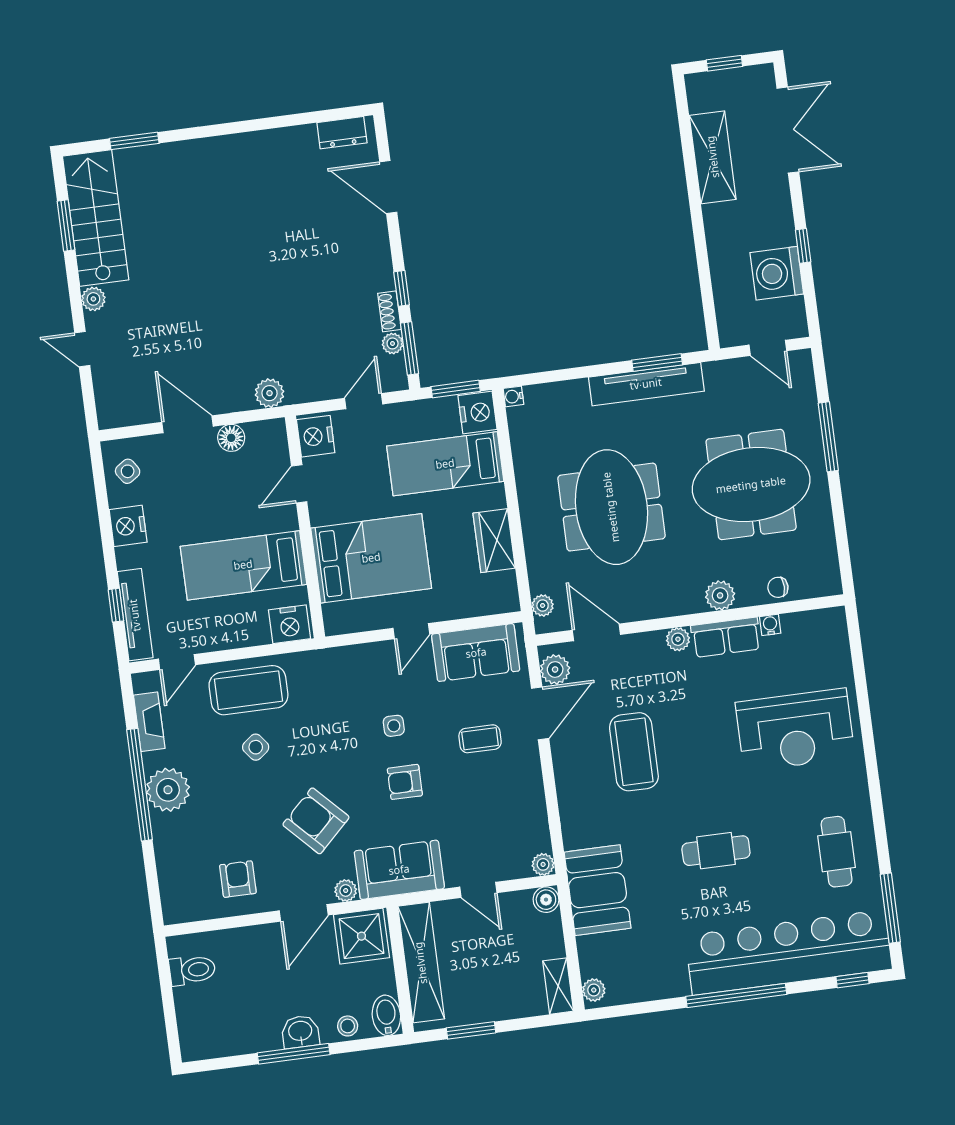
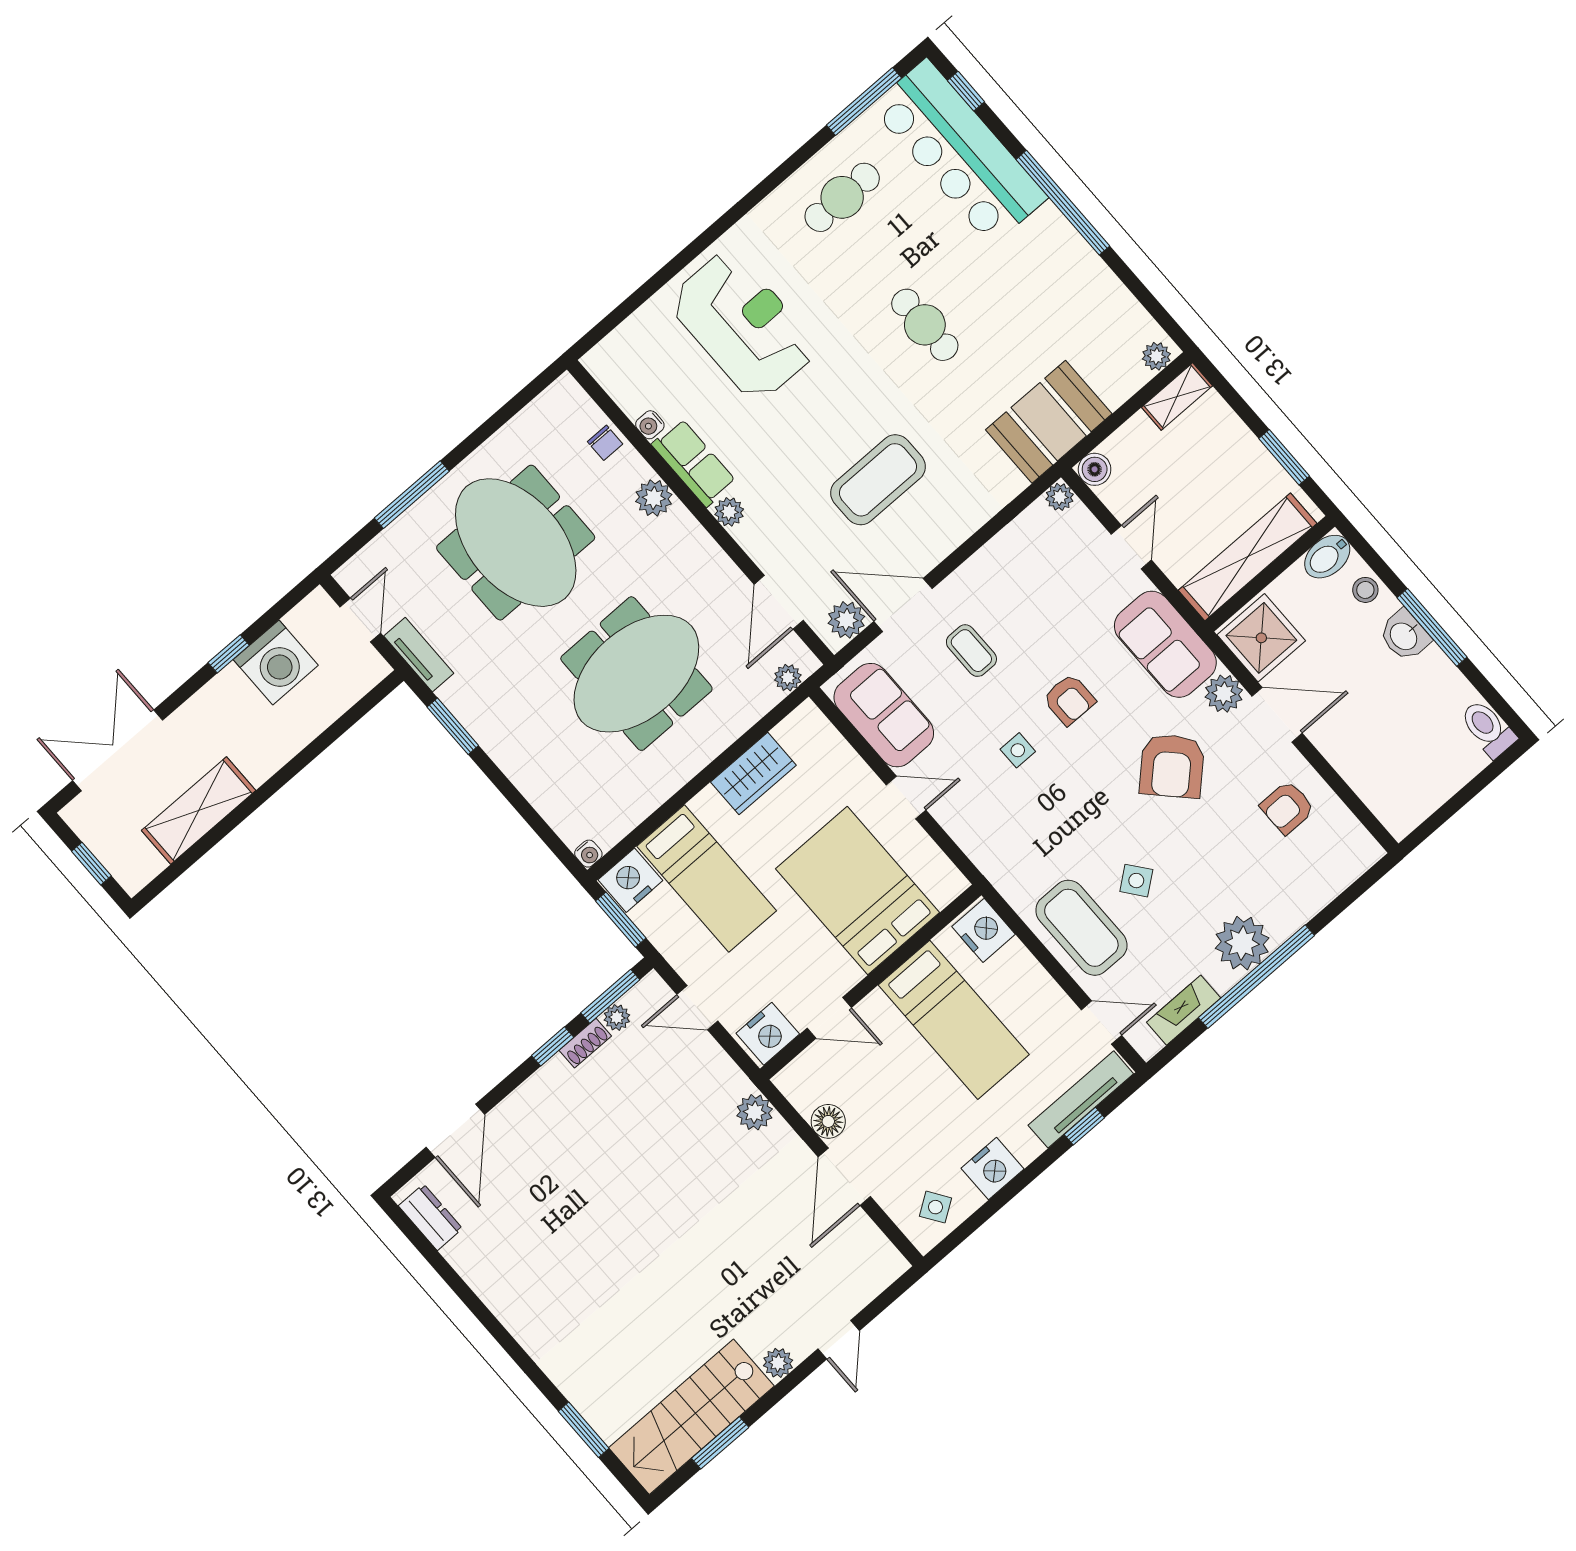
tv unit: (646, 384) -> (419, 655), moved, width x0.52, depth x0.78
plant: (346, 890) -> (1224, 694), width x1.38, depth x1.38
bar counter: (789, 952) -> (959, 152), width x0.73
toilet: (192, 970) -> (1488, 729), moved

